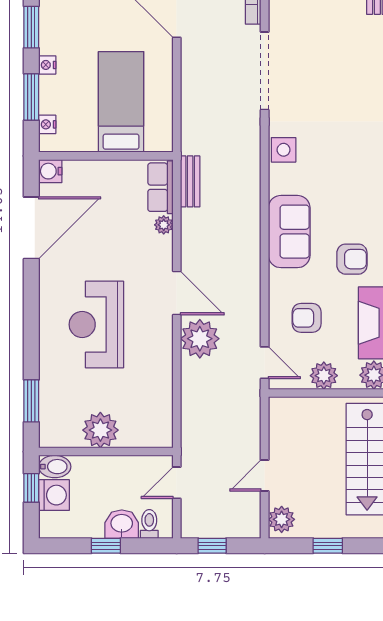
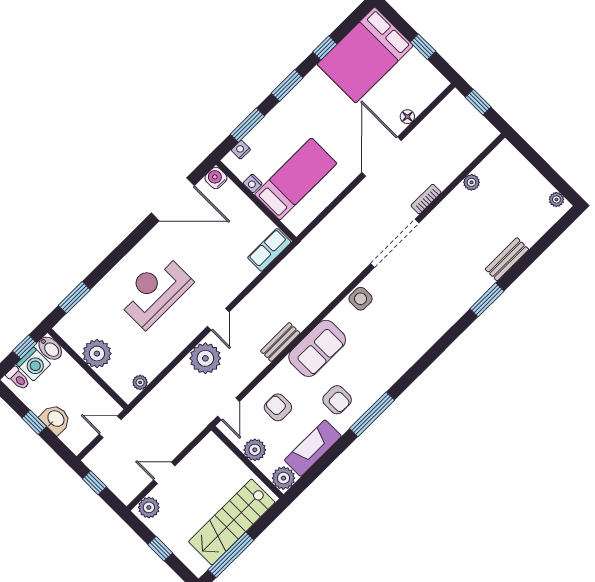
nightstand: (47, 65) -> (253, 183), moved, turned -90
bench: (190, 181) -> (280, 342), moved
plant: (164, 225) -> (140, 382), moved
door: (177, 293) -> (218, 319), width x0.73
toilet: (149, 524) -> (18, 378), moved, turned 90

